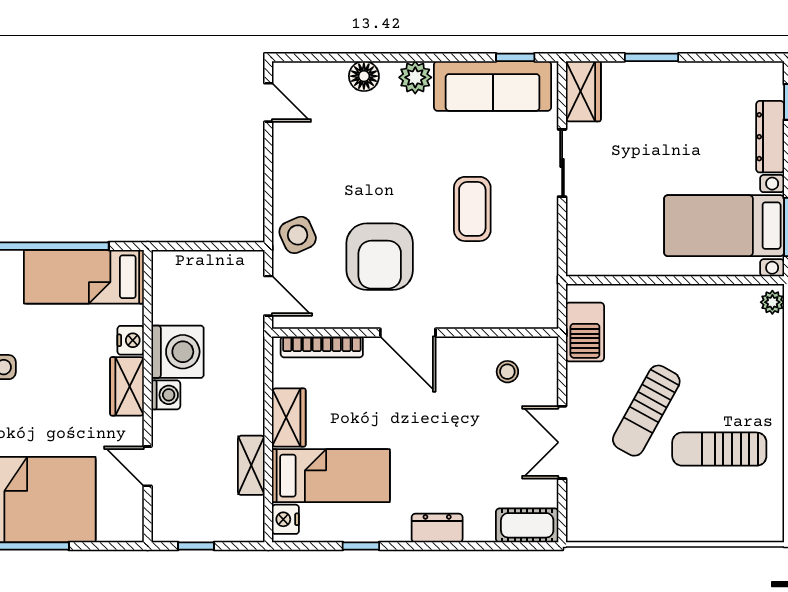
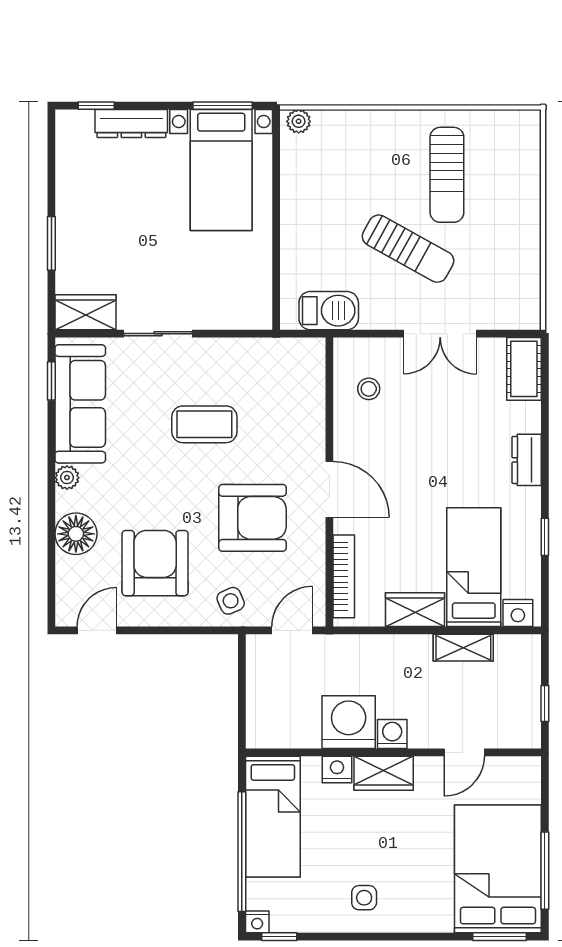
floor lamp: (364, 76) -> (76, 534), width x1.38, depth x1.38
plant: (415, 77) -> (67, 478), width x0.73, depth x0.73
armchair: (335, 160) -> (155, 563), added
side table: (298, 235) -> (231, 601), width x0.73, depth x0.73
door: (408, 333) -> (329, 489), hinge flipped

